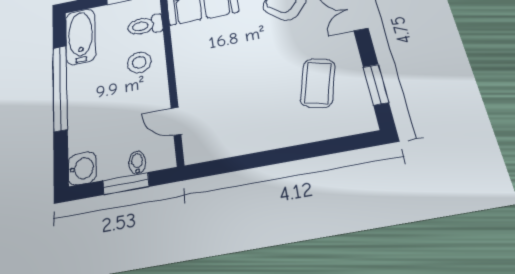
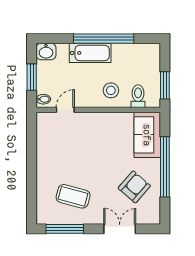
bathtub: (81, 37) -> (90, 53), moved
window: (376, 85) -> (65, 229), width x1.44
bidet: (137, 163) -> (43, 99), moved

